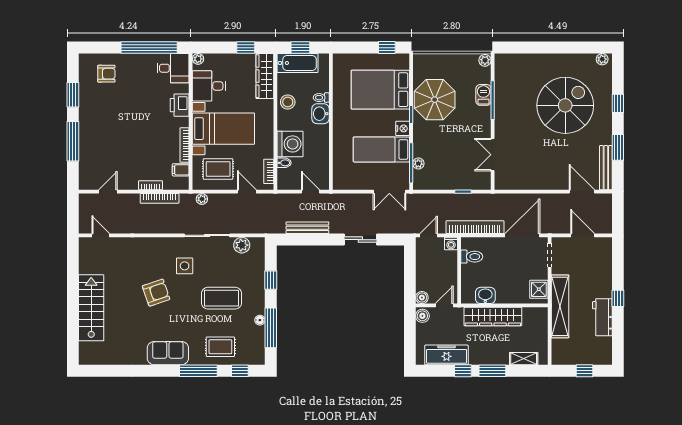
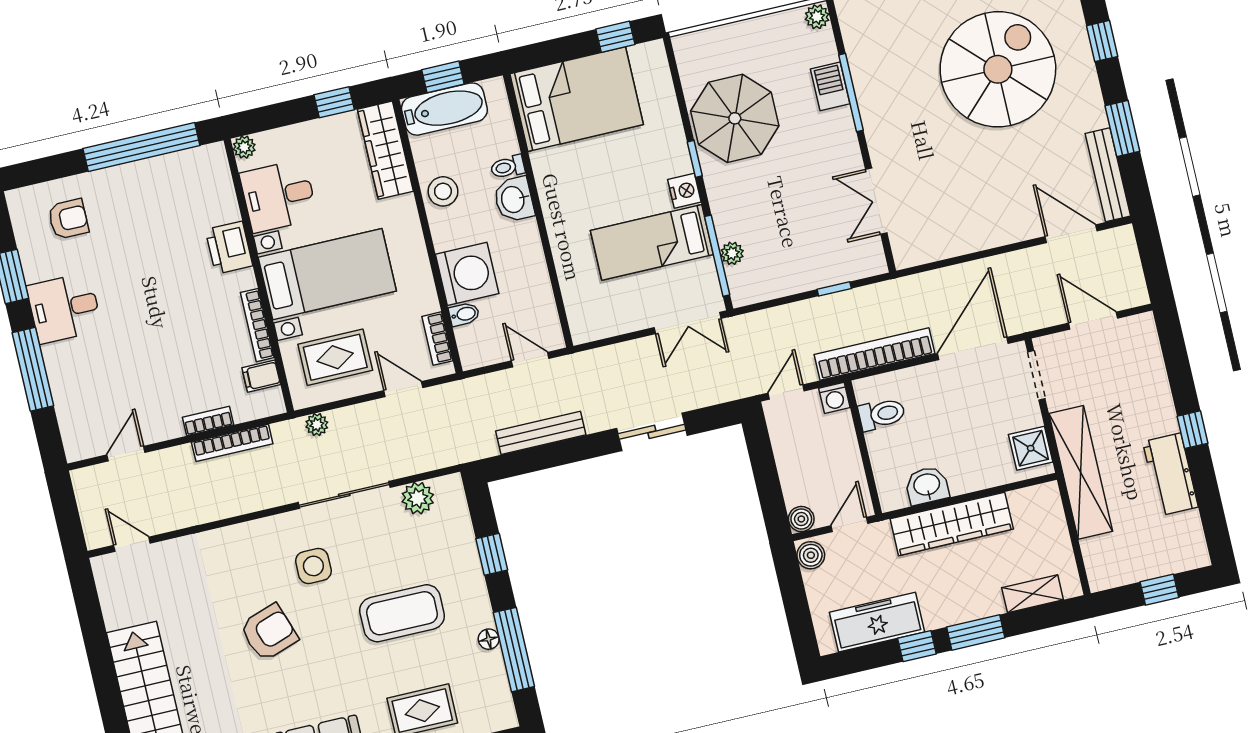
desk: (173, 68) -> (64, 308), moved, turned 180
bed: (380, 90) -> (577, 99), moved, turned 180

